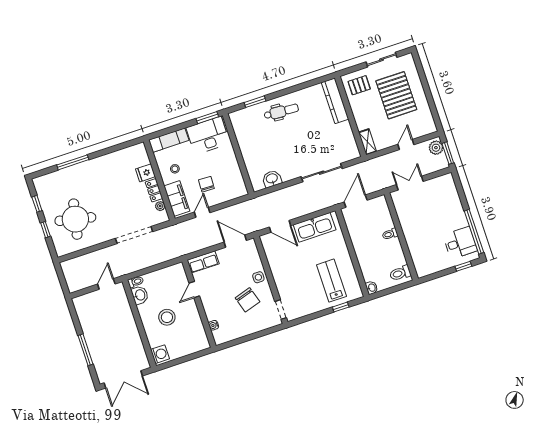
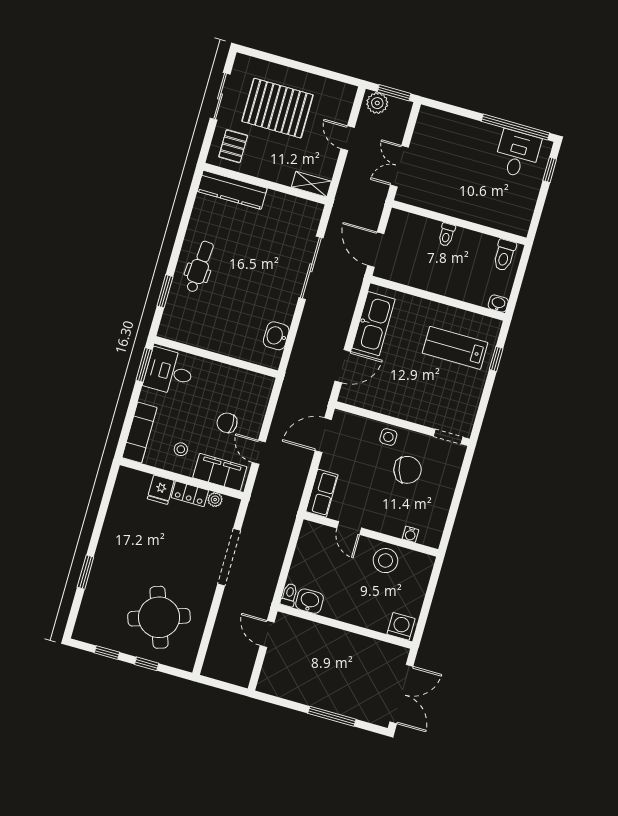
desk: (208, 135) -> (169, 372), width x0.73
window: (73, 162) -> (85, 572), width x0.69
round table: (75, 219) -> (159, 617), turned -31
stool: (167, 317) -> (385, 561), moved

